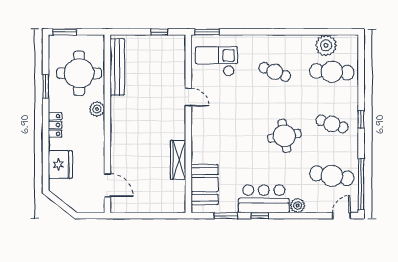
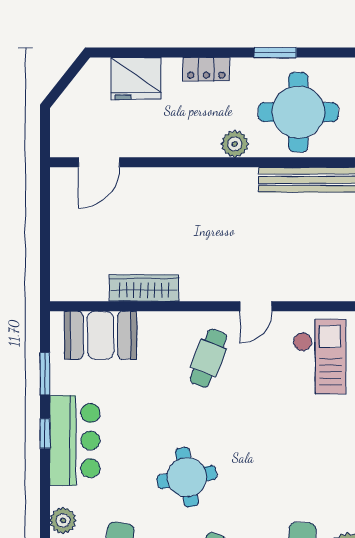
cafe table: (275, 72) -> (208, 358), moved
plant: (298, 206) -> (63, 520), moved

